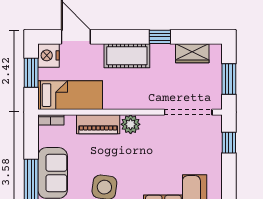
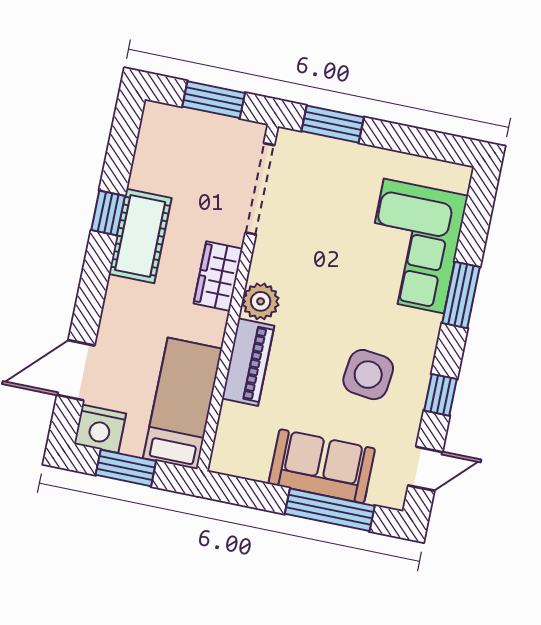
wardrobe: (192, 53) -> (218, 276), moved, turned 180
cot: (127, 56) -> (140, 236), moved
bookcase: (51, 120) -> (222, 449), removed
window: (229, 143) -> (333, 124), width x1.50

